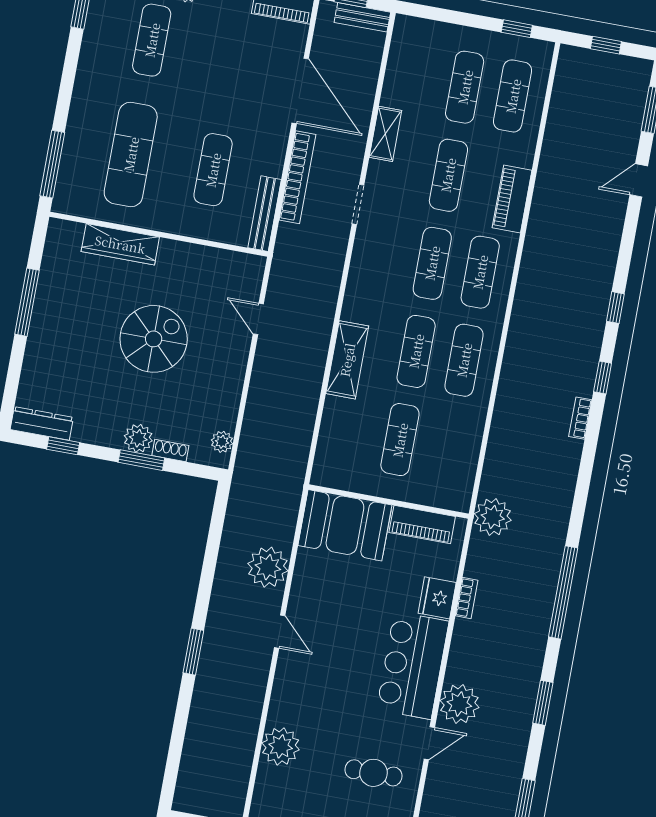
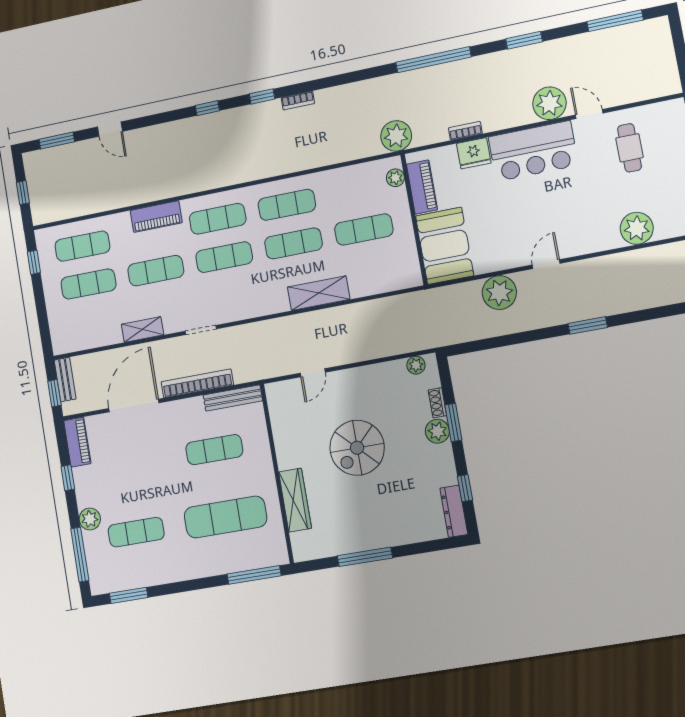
spiral stairs: (154, 339) -> (357, 448), turned -90
plant: (445, 498) -> (395, 178), added

